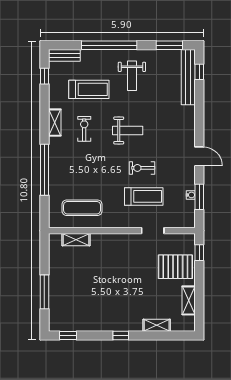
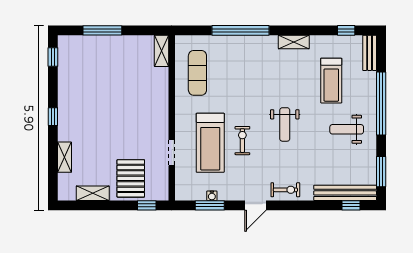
exercise bike: (84, 129) -> (285, 190), moved
treadmill: (144, 196) -> (210, 143), width x1.37, depth x1.38
shelving: (76, 240) -> (161, 51), moved

